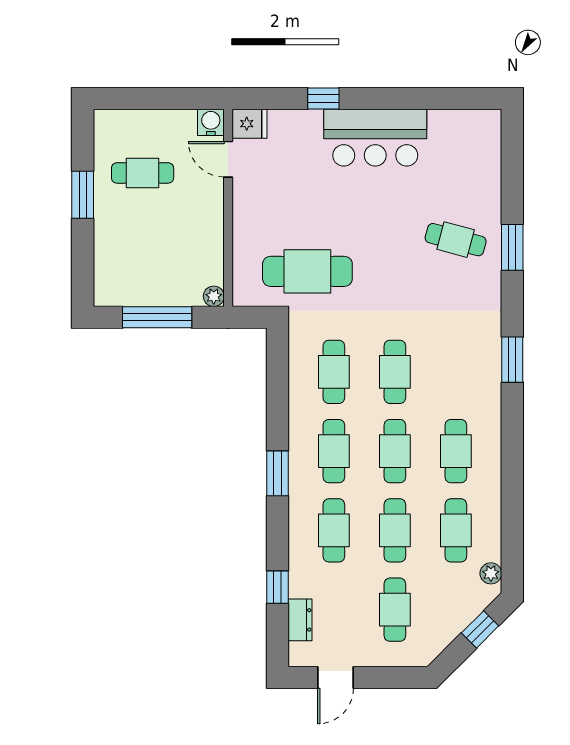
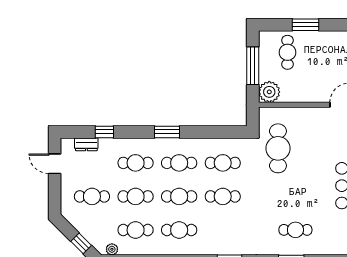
cafe table: (143, 173) -> (287, 52), moved
window: (83, 195) -> (306, 25), moved
cafe table: (456, 240) -> (295, 230), turned 75
plant: (214, 296) -> (269, 92), width x1.88, depth x1.88

